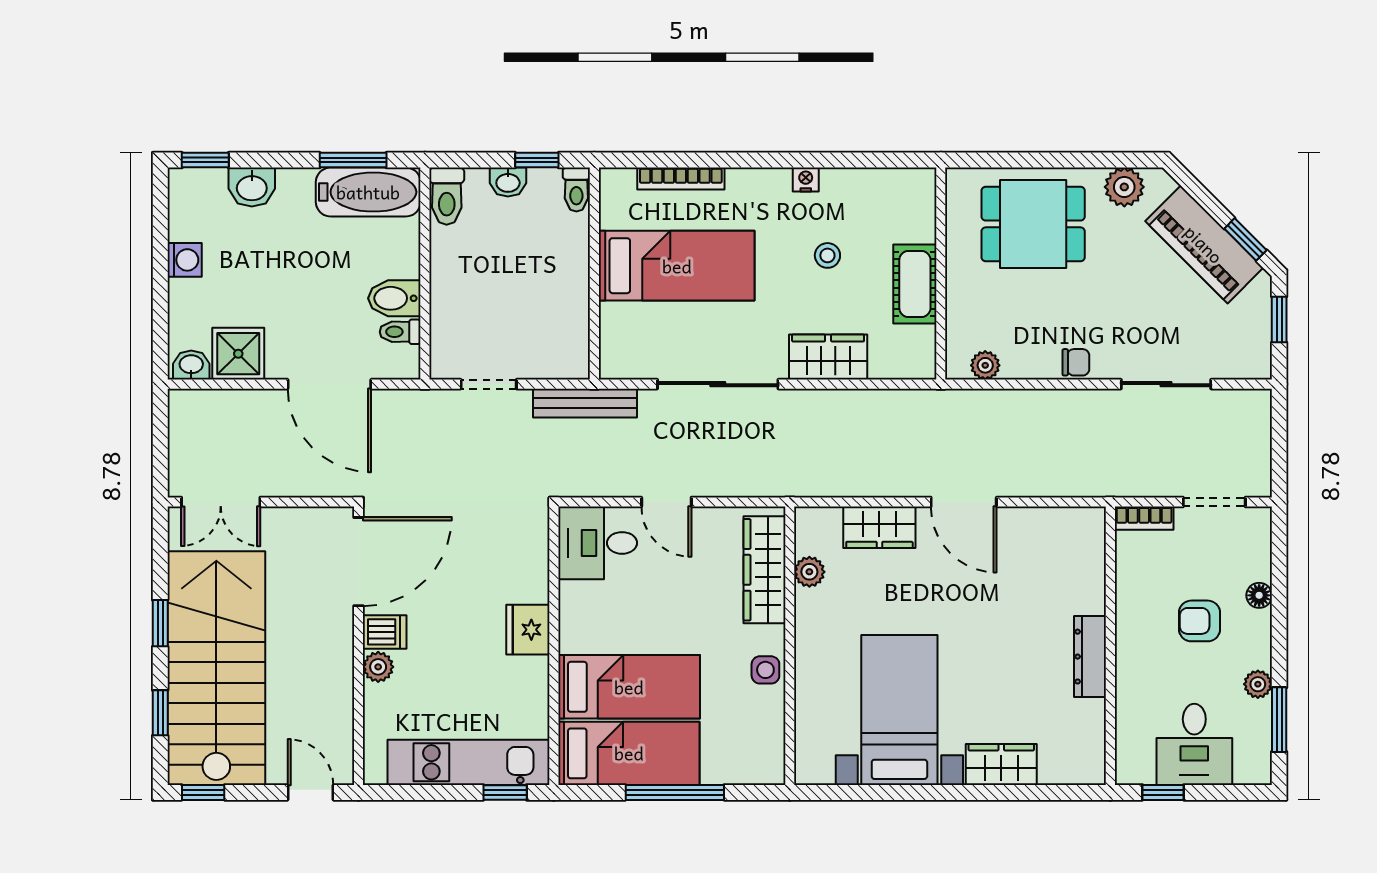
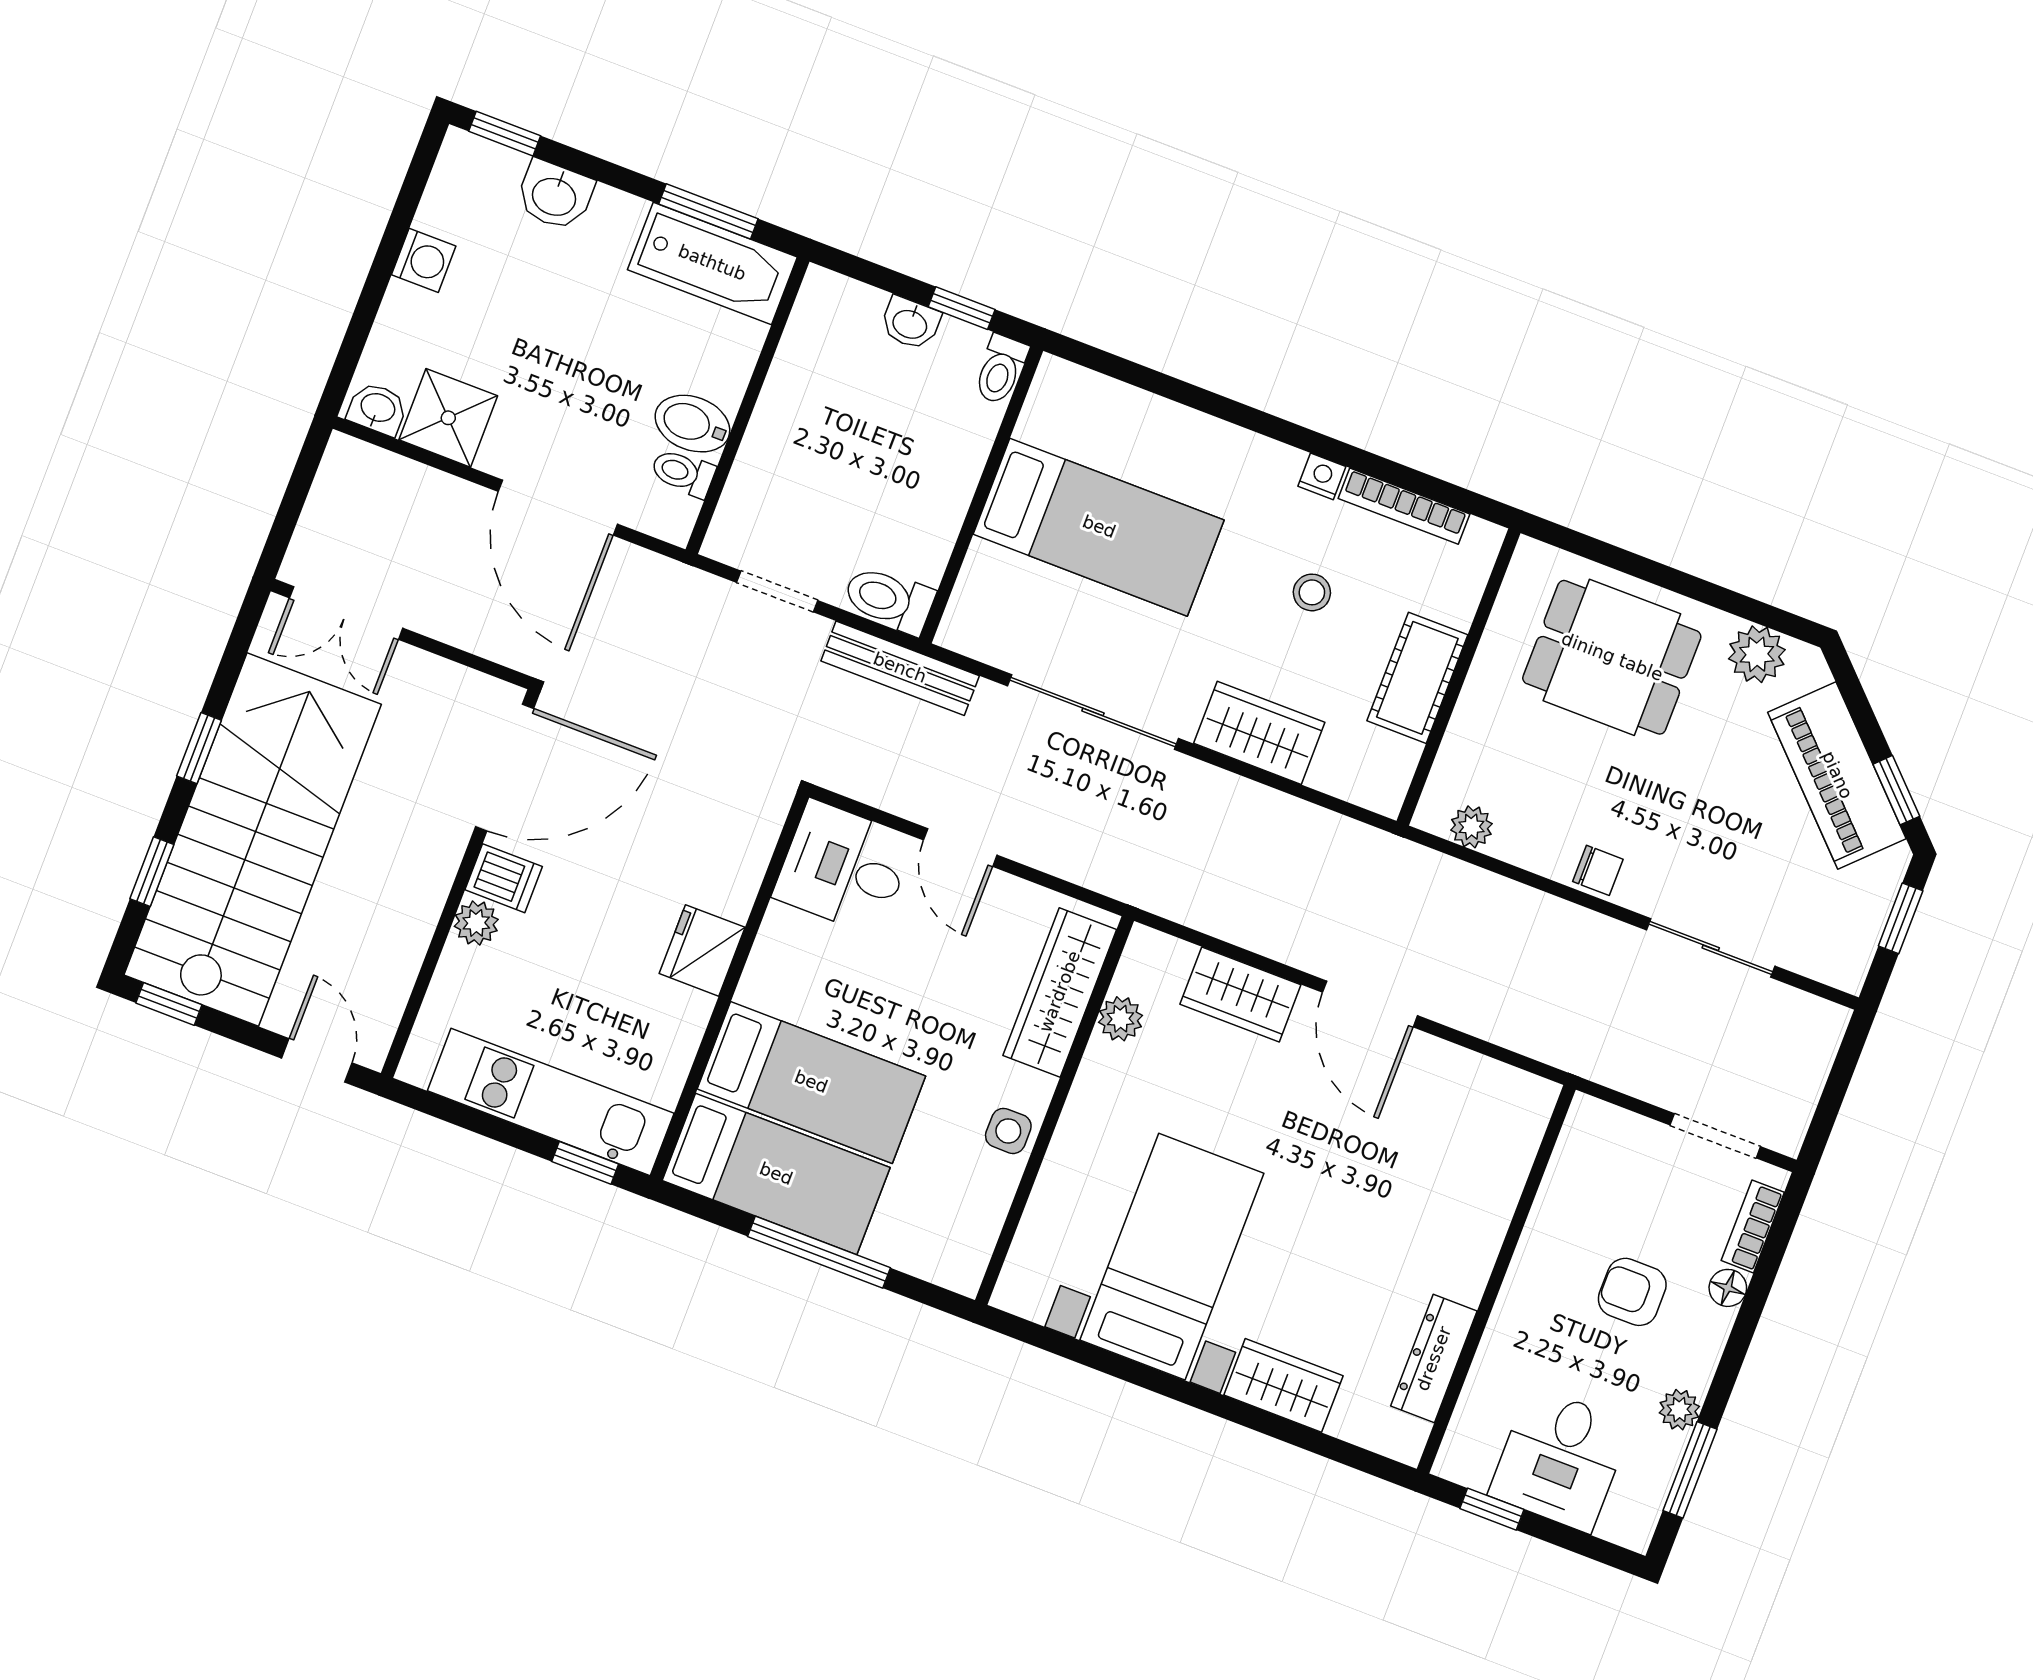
bookcase: (681, 179) -> (1404, 506), moved
toilet: (447, 196) -> (889, 600), moved, turned 90
bookcase: (1144, 518) -> (1753, 1226), moved, turned 90
dresser: (1090, 657) -> (1434, 1359), moved

